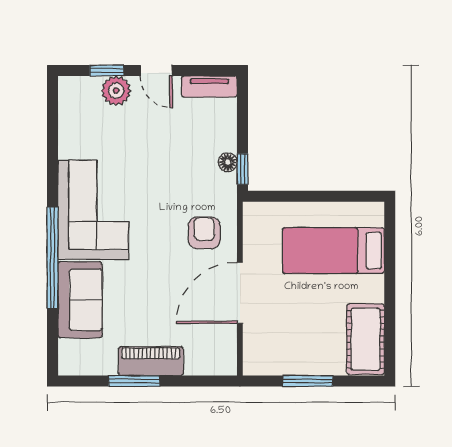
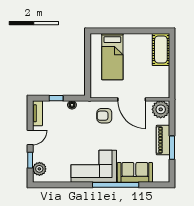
plant: (116, 91) -> (39, 169), moved
window: (243, 169) -> (56, 98), moved
cot: (366, 339) -> (161, 49), moved, turned 90
plant: (218, 356) -> (161, 109), added
window: (308, 381) -> (172, 68), removed

